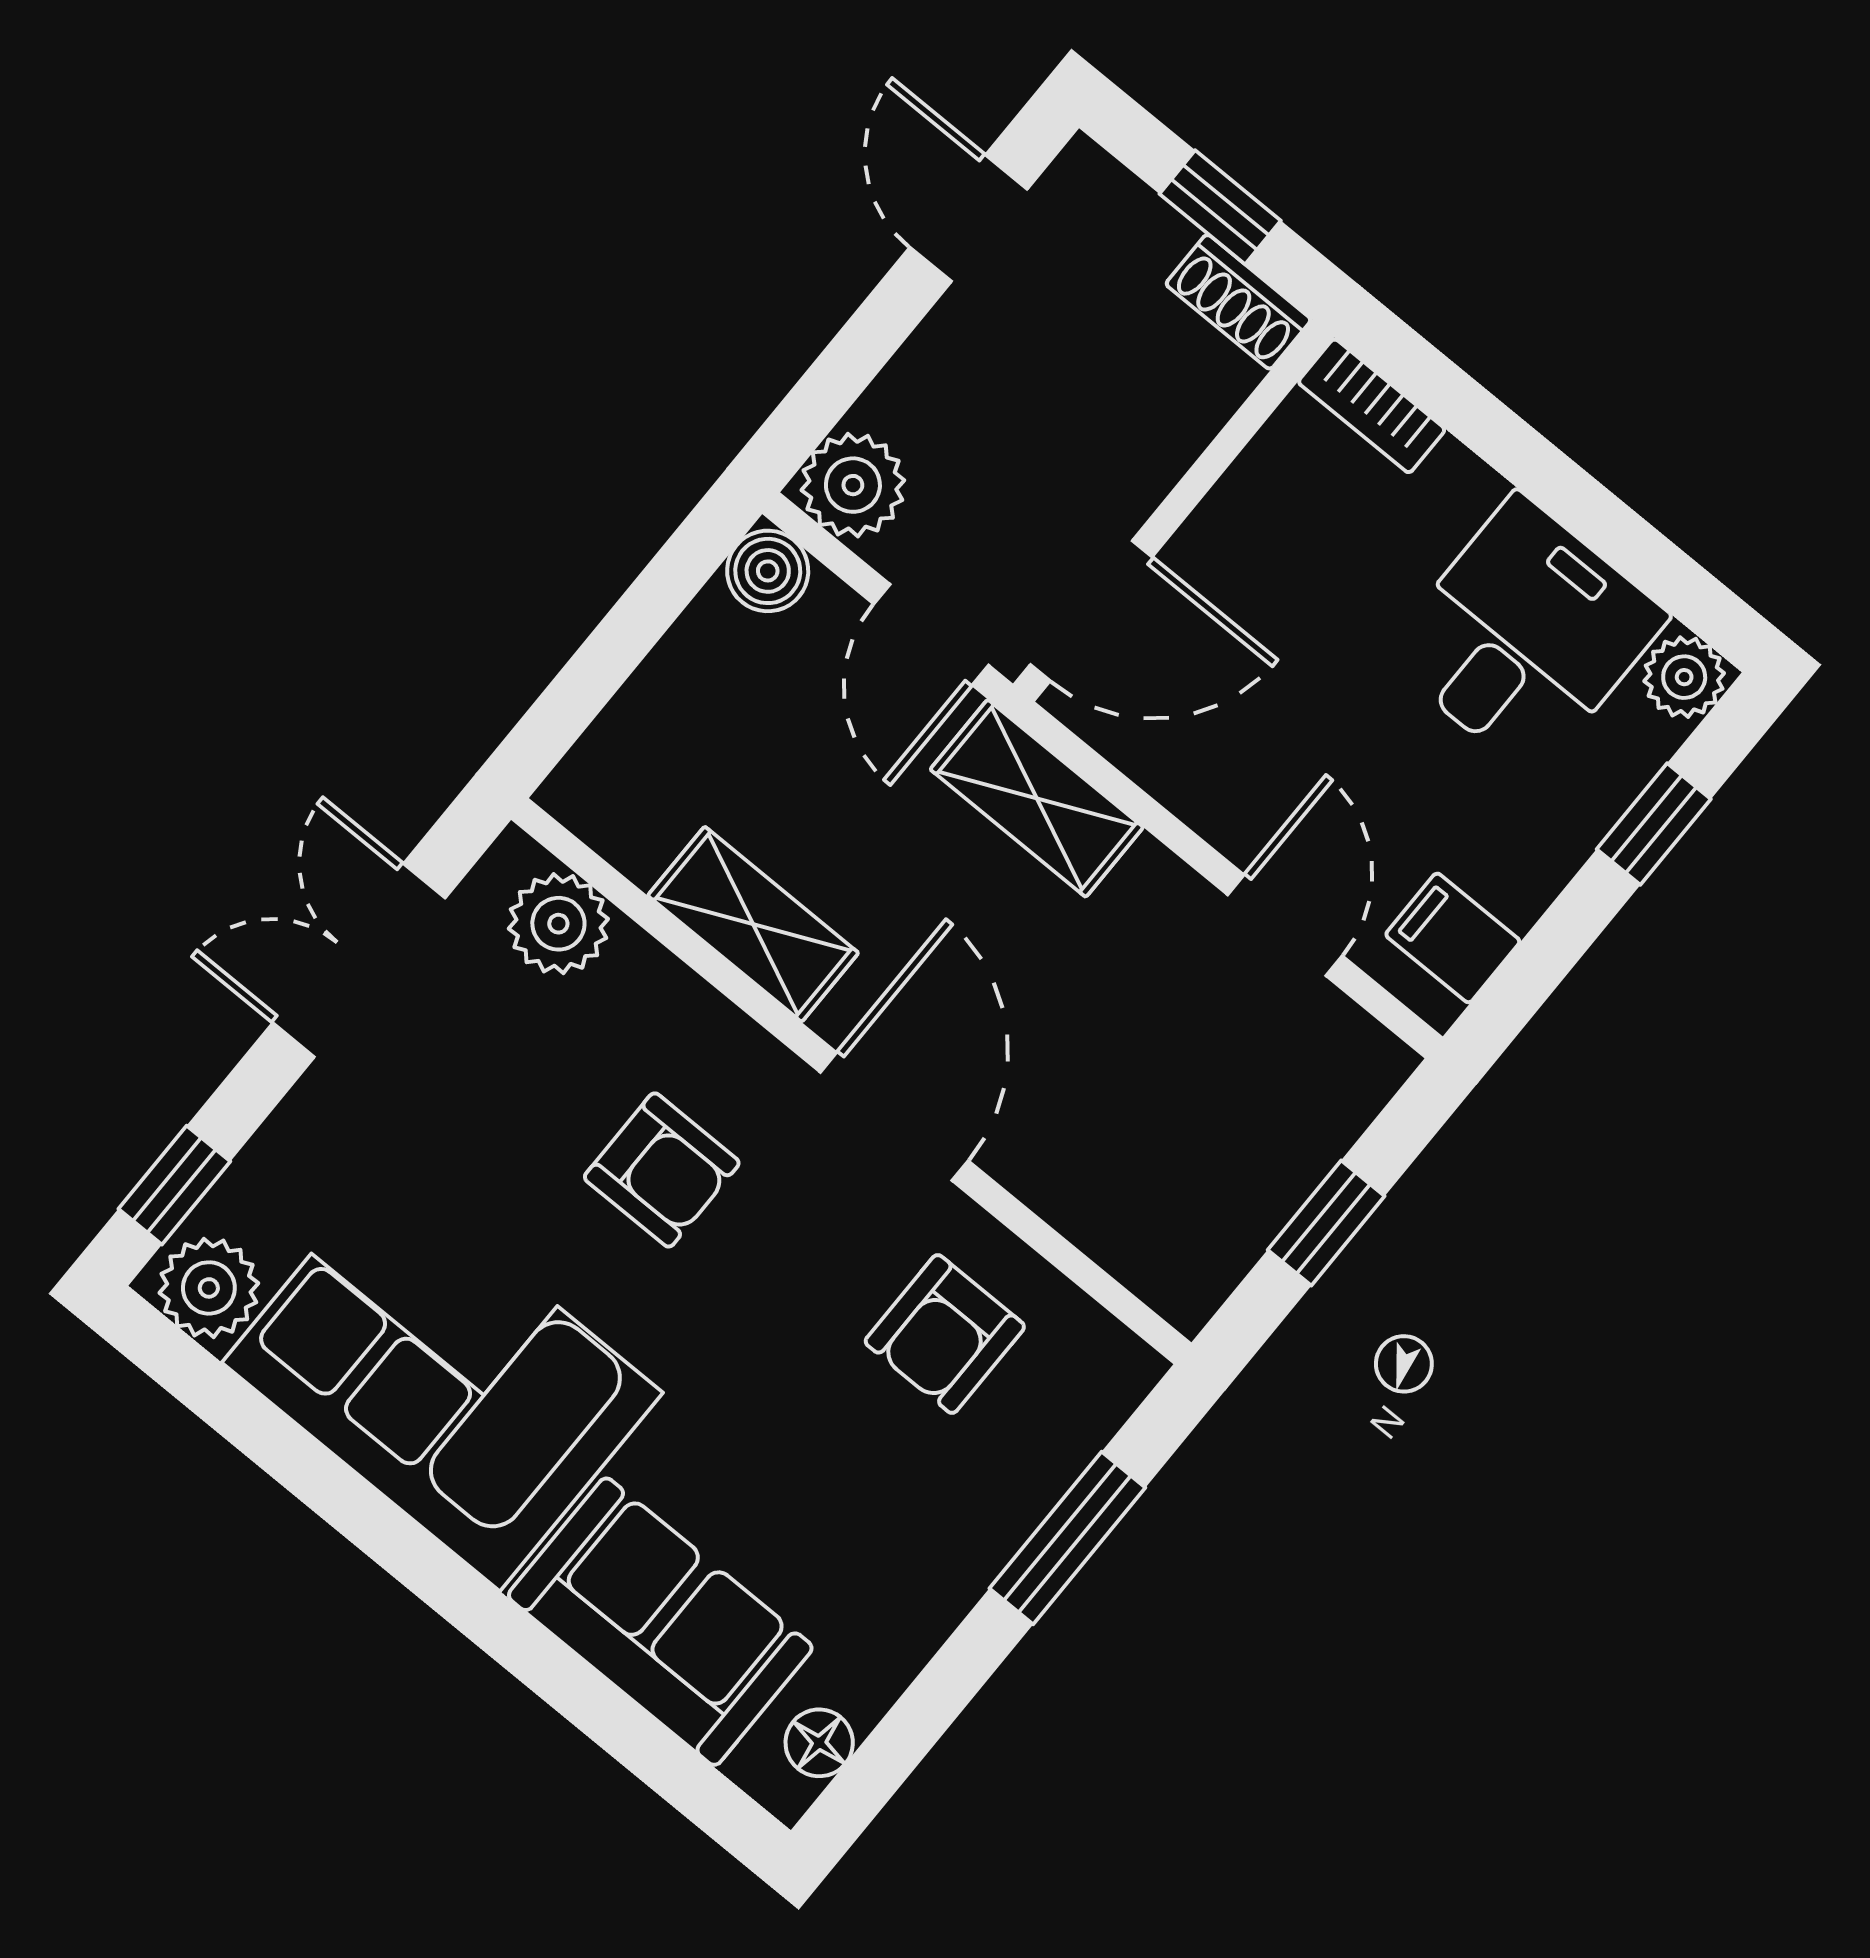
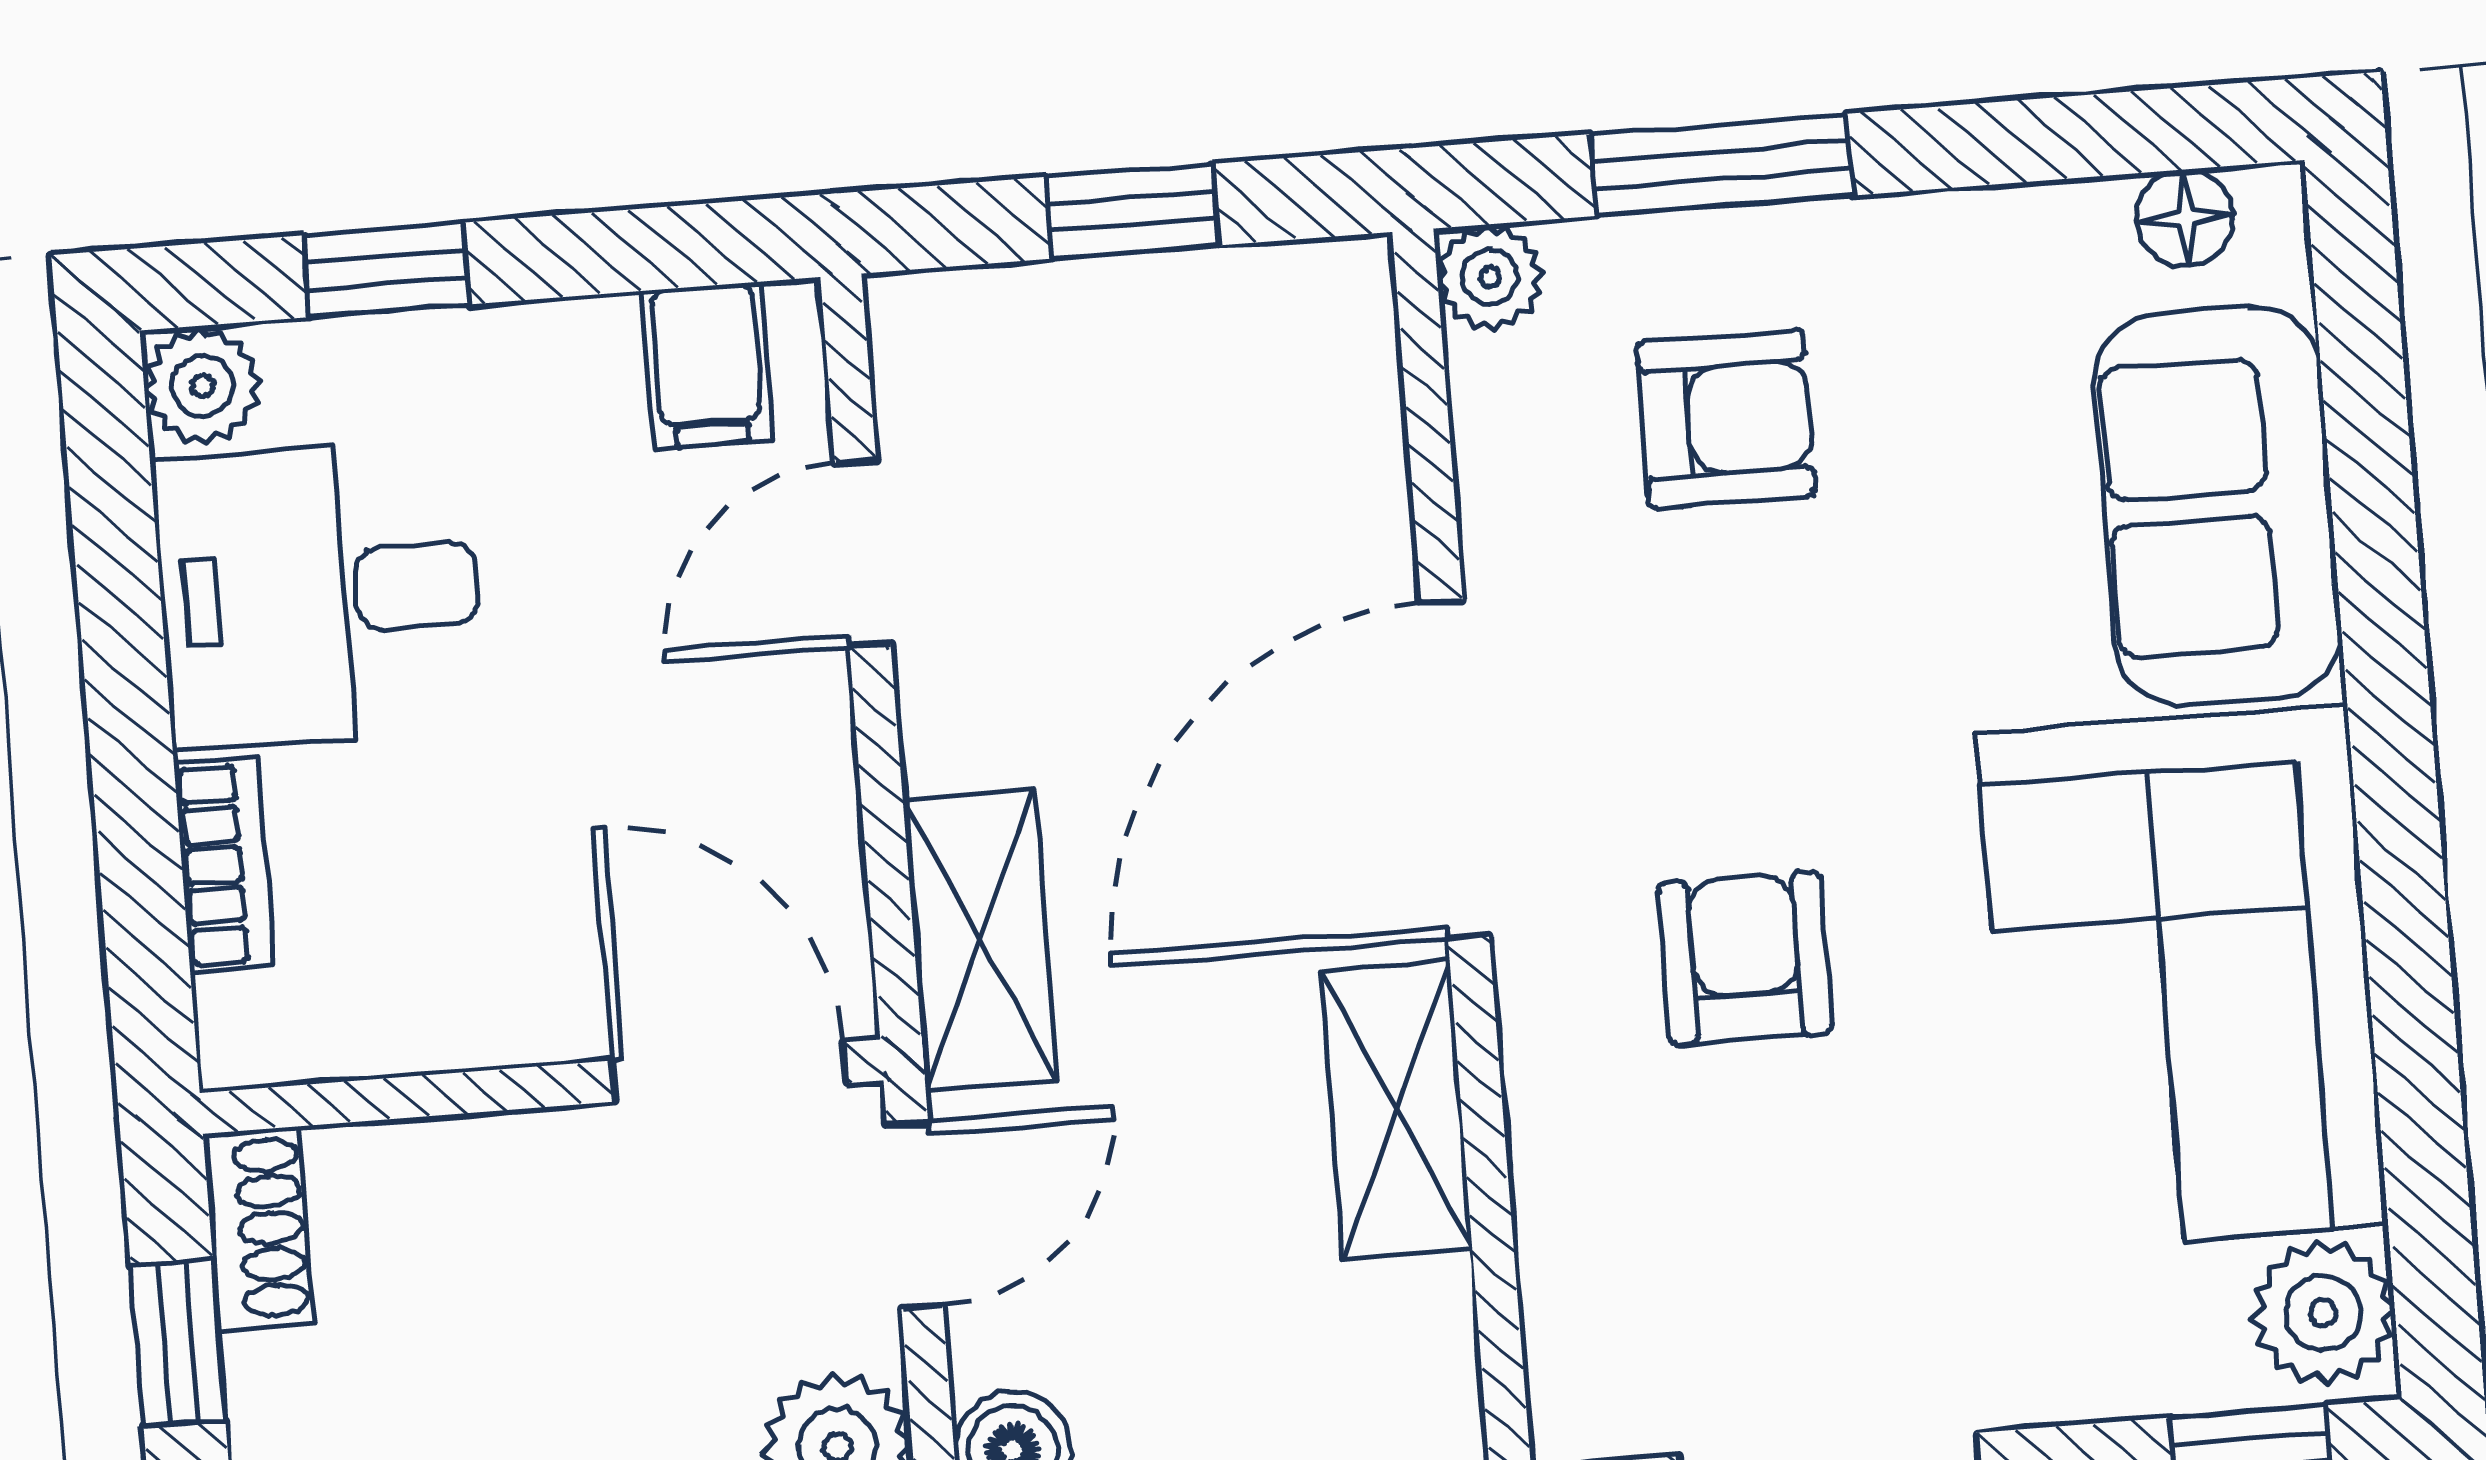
bookcase: (1372, 406) -> (224, 865), moved
plant: (558, 924) -> (1490, 277), moved, width x0.73, depth x0.73
door: (894, 1117) -> (1455, 769), width x1.36
armchair: (945, 1334) -> (1726, 419), moved

